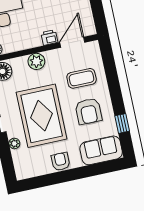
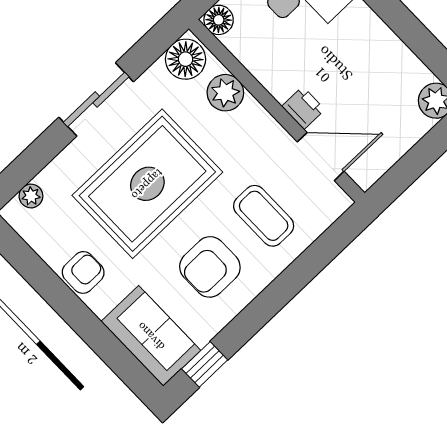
plant: (36, 61) -> (225, 93), moved
window: (122, 123) -> (205, 364), moved
plant: (14, 143) -> (31, 196), moved

